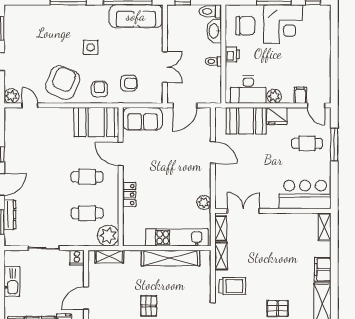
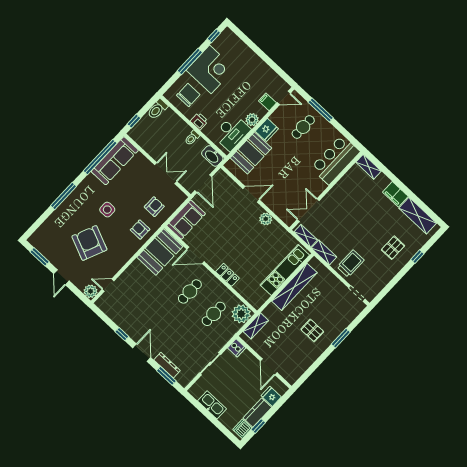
washbasin: (214, 31) -> (212, 156), moved
armchair: (63, 83) -> (89, 243), moved
plant: (204, 202) -> (266, 219), moved

